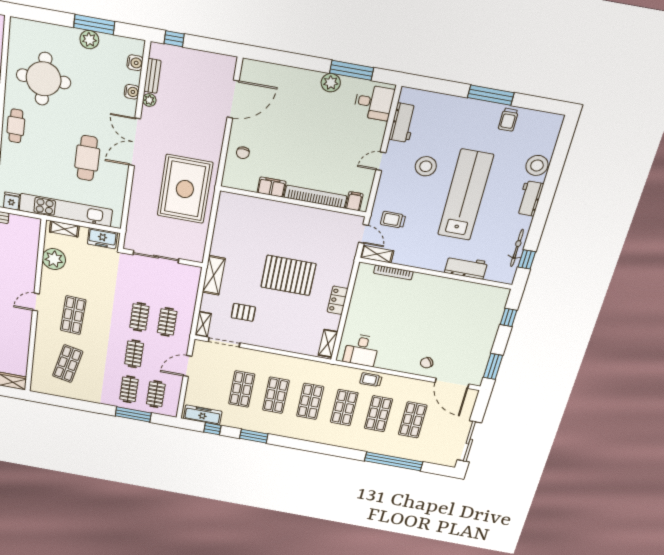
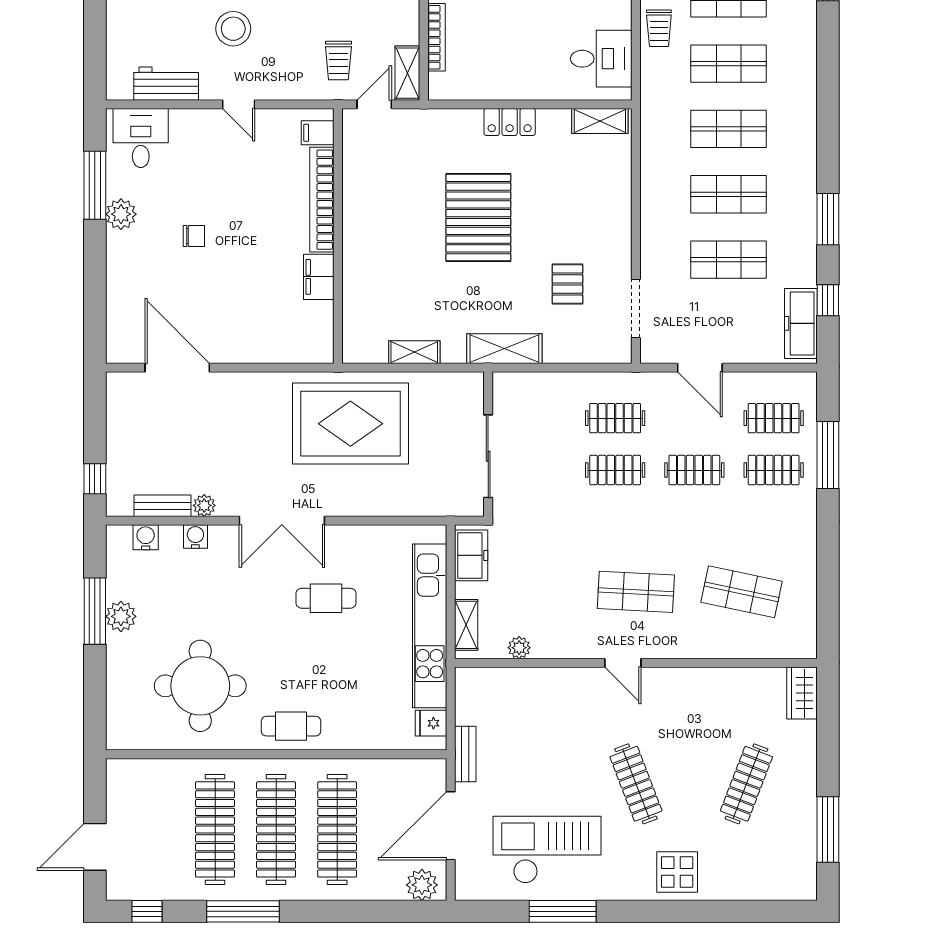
chair: (243, 153) -> (194, 236), moved
cafe table: (87, 158) -> (326, 598), width x0.73, depth x0.74
plant: (54, 259) -> (519, 648), width x0.53, depth x0.53
shelving: (203, 324) -> (414, 352), moved

